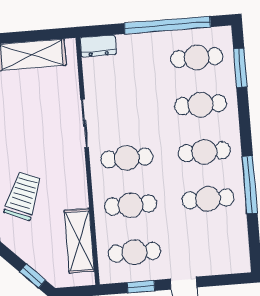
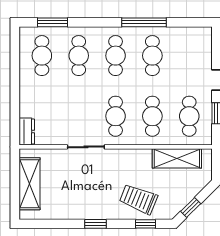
window: (167, 25) -> (15, 76), removed
window: (33, 276) -> (191, 207), moved

